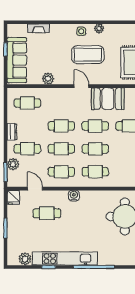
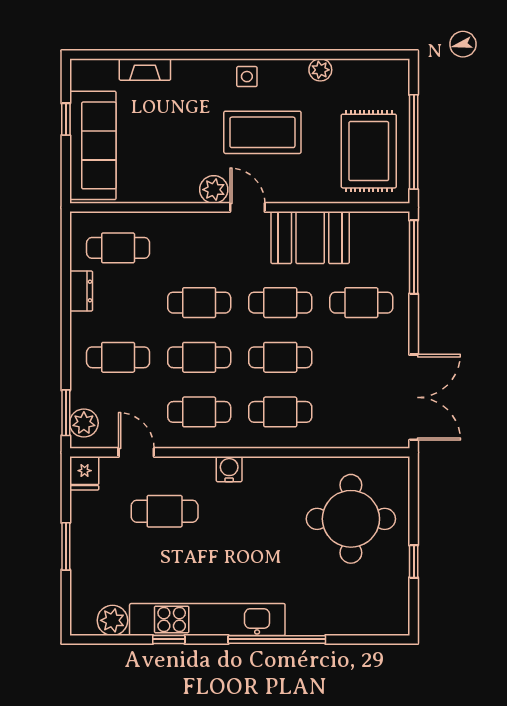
plant: (99, 29) -> (320, 70), moved
plant: (48, 79) -> (214, 190), moved
dresser: (12, 132) -> (81, 291), moved
plant: (13, 164) -> (84, 423), moved

